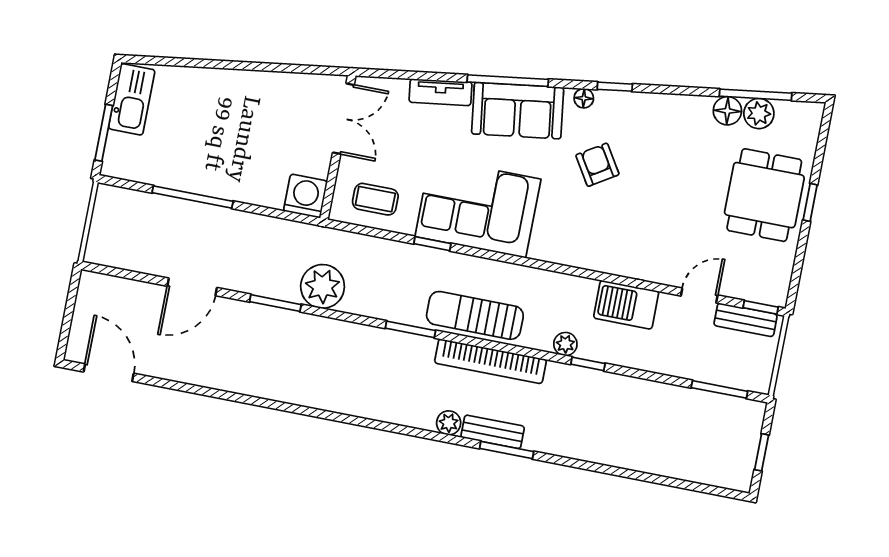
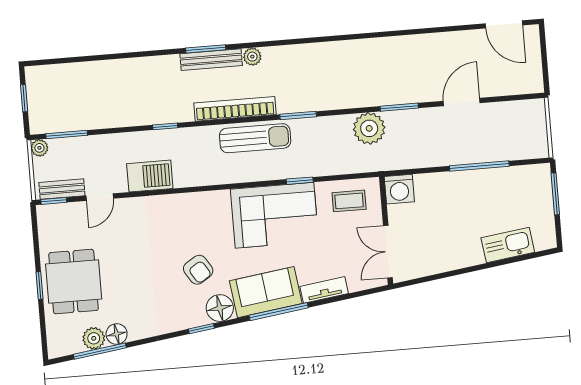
floor lamp: (584, 98) -> (220, 308), width x1.89, depth x1.89
kitchen sink: (132, 99) -> (508, 245), moved, turned 82
plant: (565, 344) -> (39, 148), moved
bench: (493, 432) -> (211, 60), width x1.36

